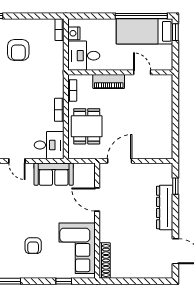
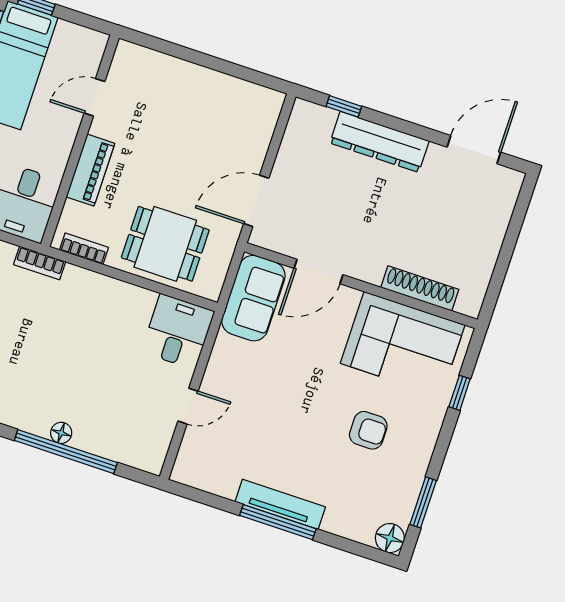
bookcase: (59, 110) -> (40, 263), moved
door: (120, 161) -> (256, 201), hinge flipped
sofa: (54, 174) -> (253, 298), moved
shoe rack: (105, 260) -> (420, 288), moved

